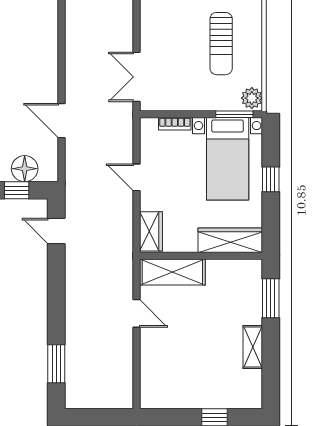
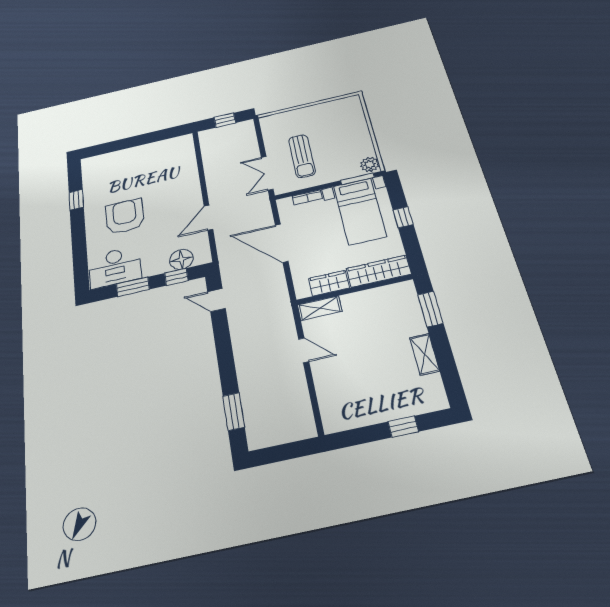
sun lounger: (221, 44) -> (302, 156), moved
door: (61, 121) -> (208, 218), hinge flipped
door: (136, 177) -> (282, 243), width x1.88
wardrobe: (151, 231) -> (329, 283), moved, turned -90
shelving: (172, 272) -> (320, 308), width x0.67, depth x0.75

